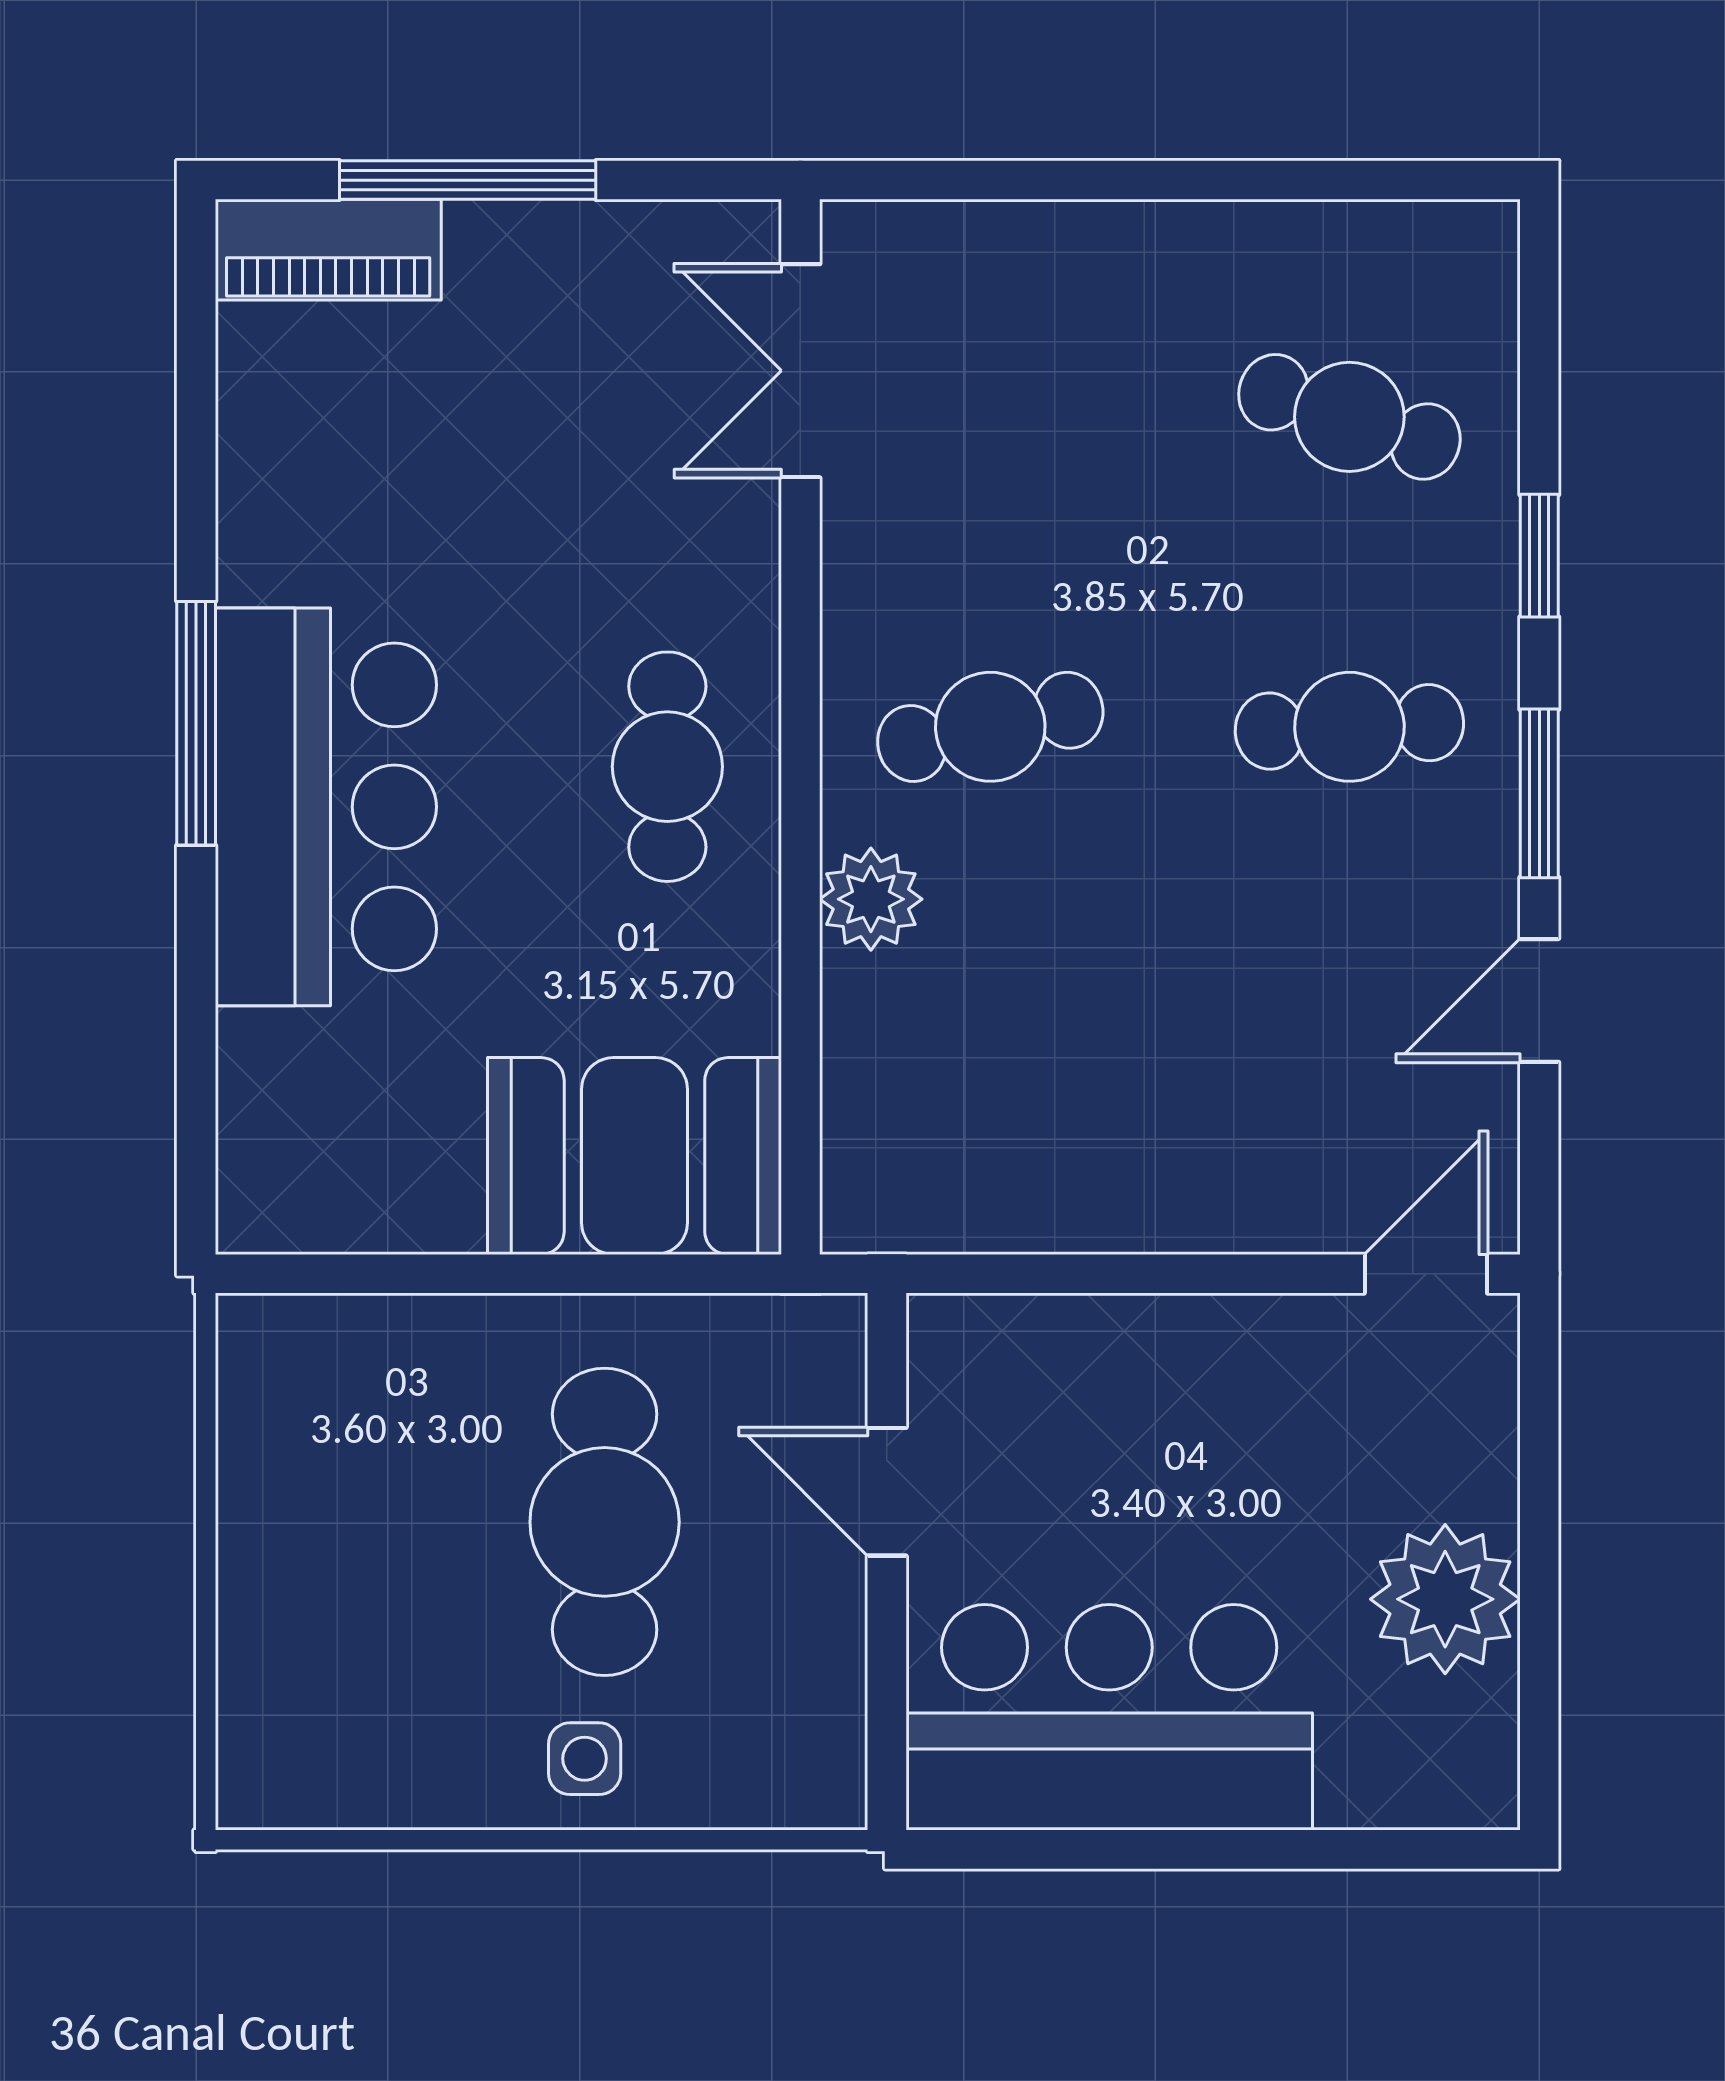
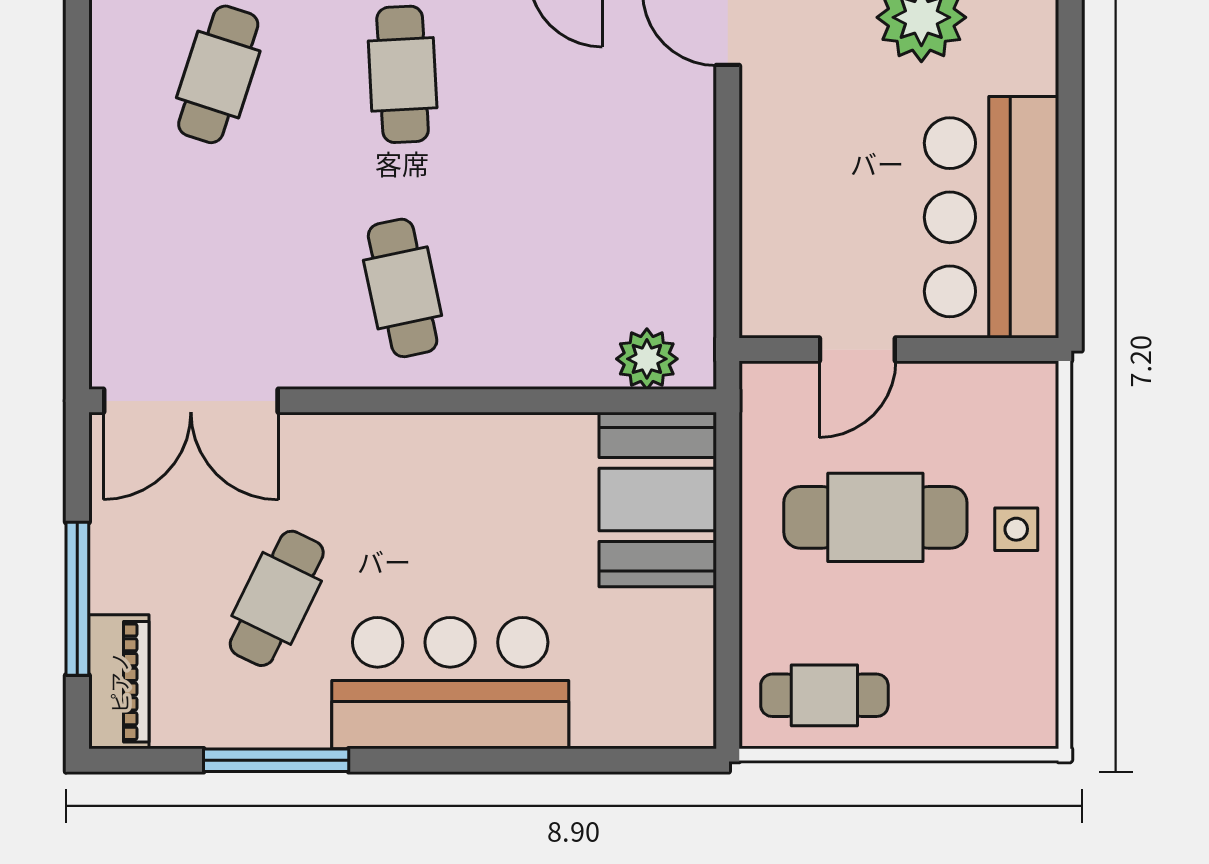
double door: (800, 371) -> (191, 401), width x1.37
window: (196, 723) -> (276, 760), moved
cafe table: (667, 767) -> (277, 598), moved, turned -64
plant: (871, 899) -> (647, 359), moved
cafe table: (305, 1436) -> (824, 695), added

